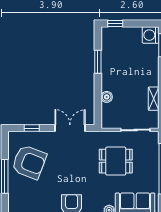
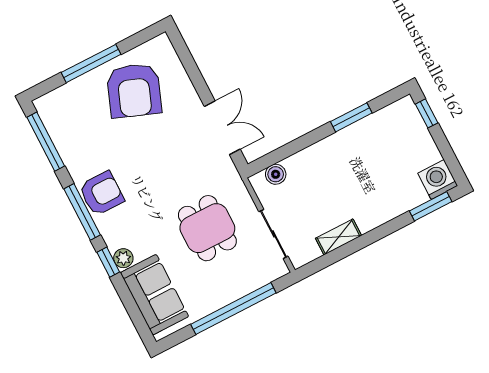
boiler: (107, 97) -> (276, 174), moved
window: (32, 128) -> (191, 67), removed

